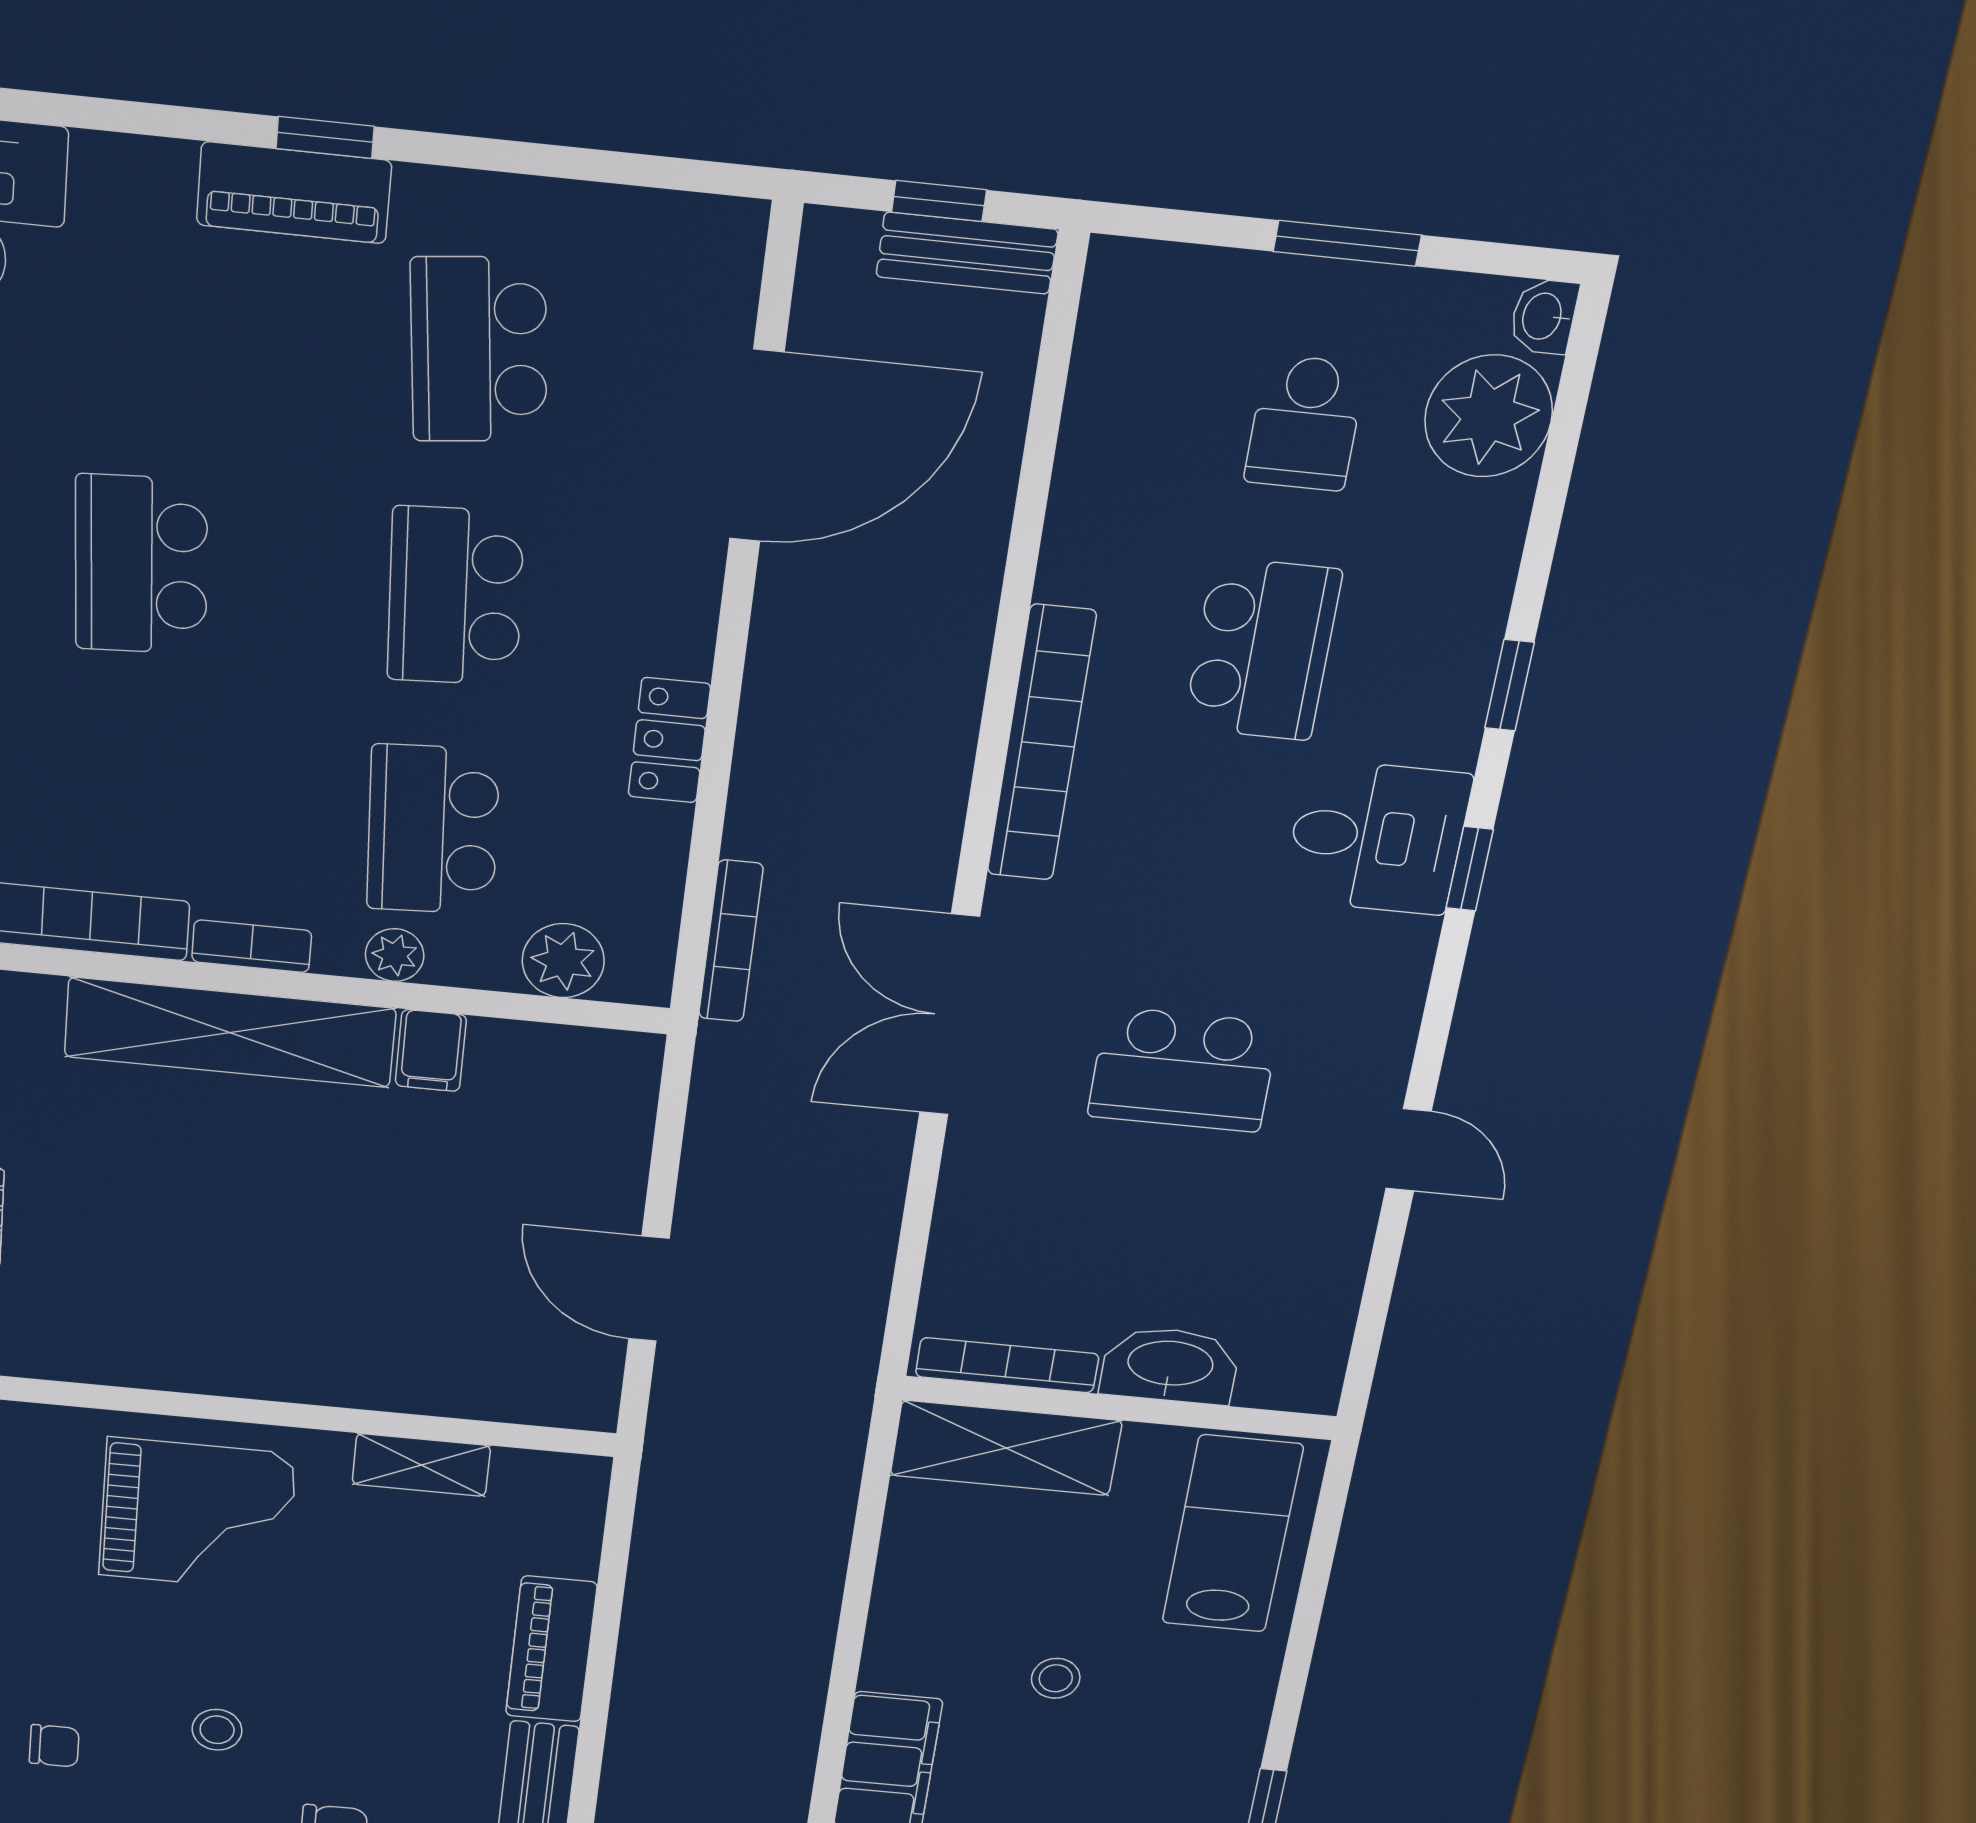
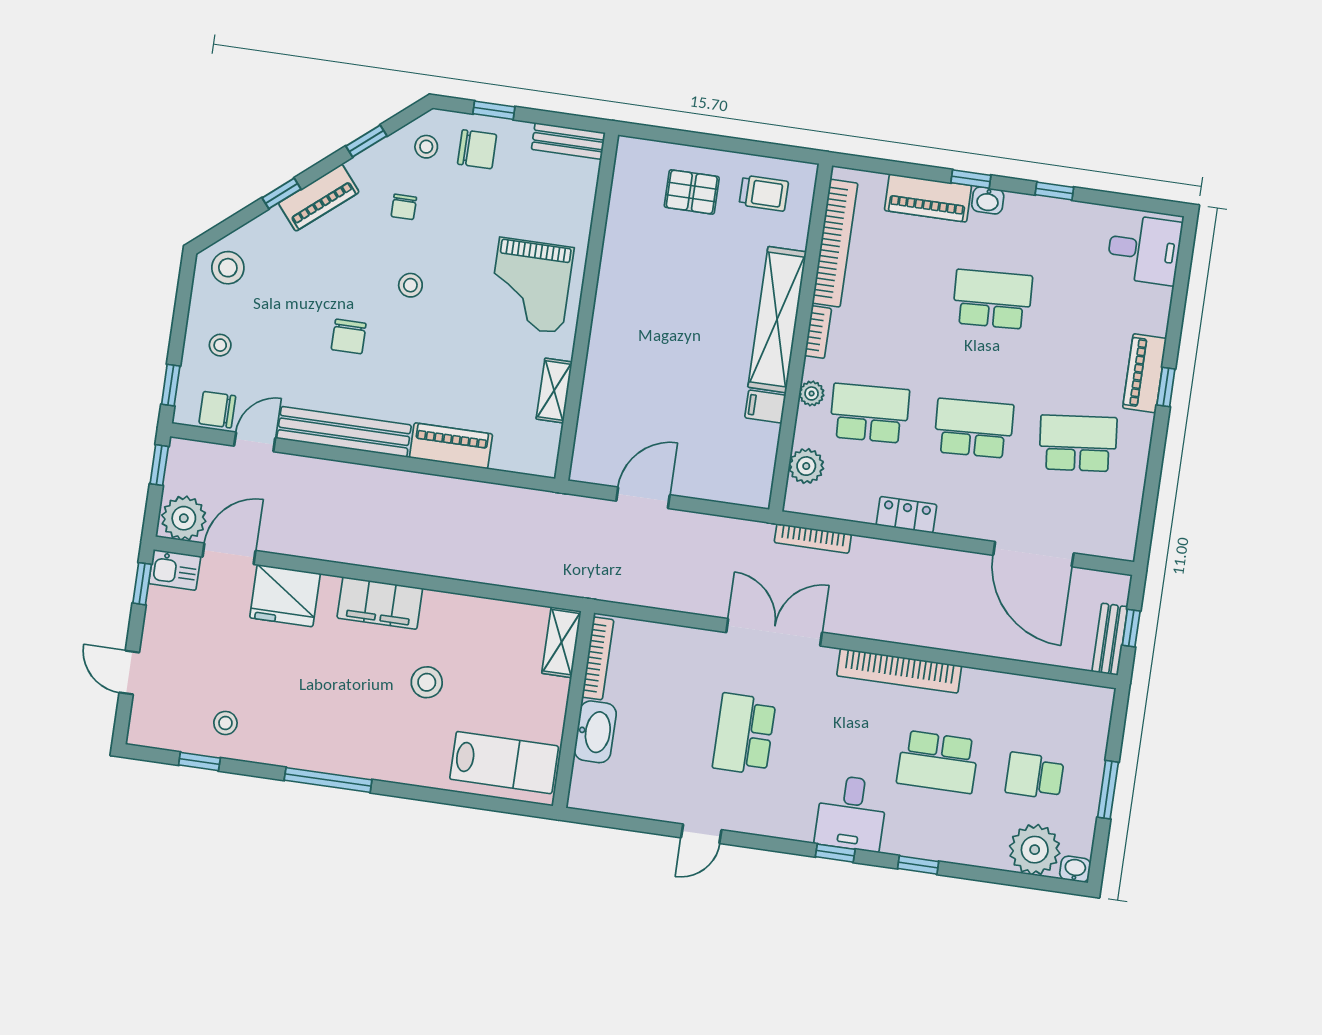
shelving: (1006, 1448) -> (561, 642), width x0.67, depth x0.75
stool: (1056, 1678) -> (427, 682), width x1.37, depth x1.37

